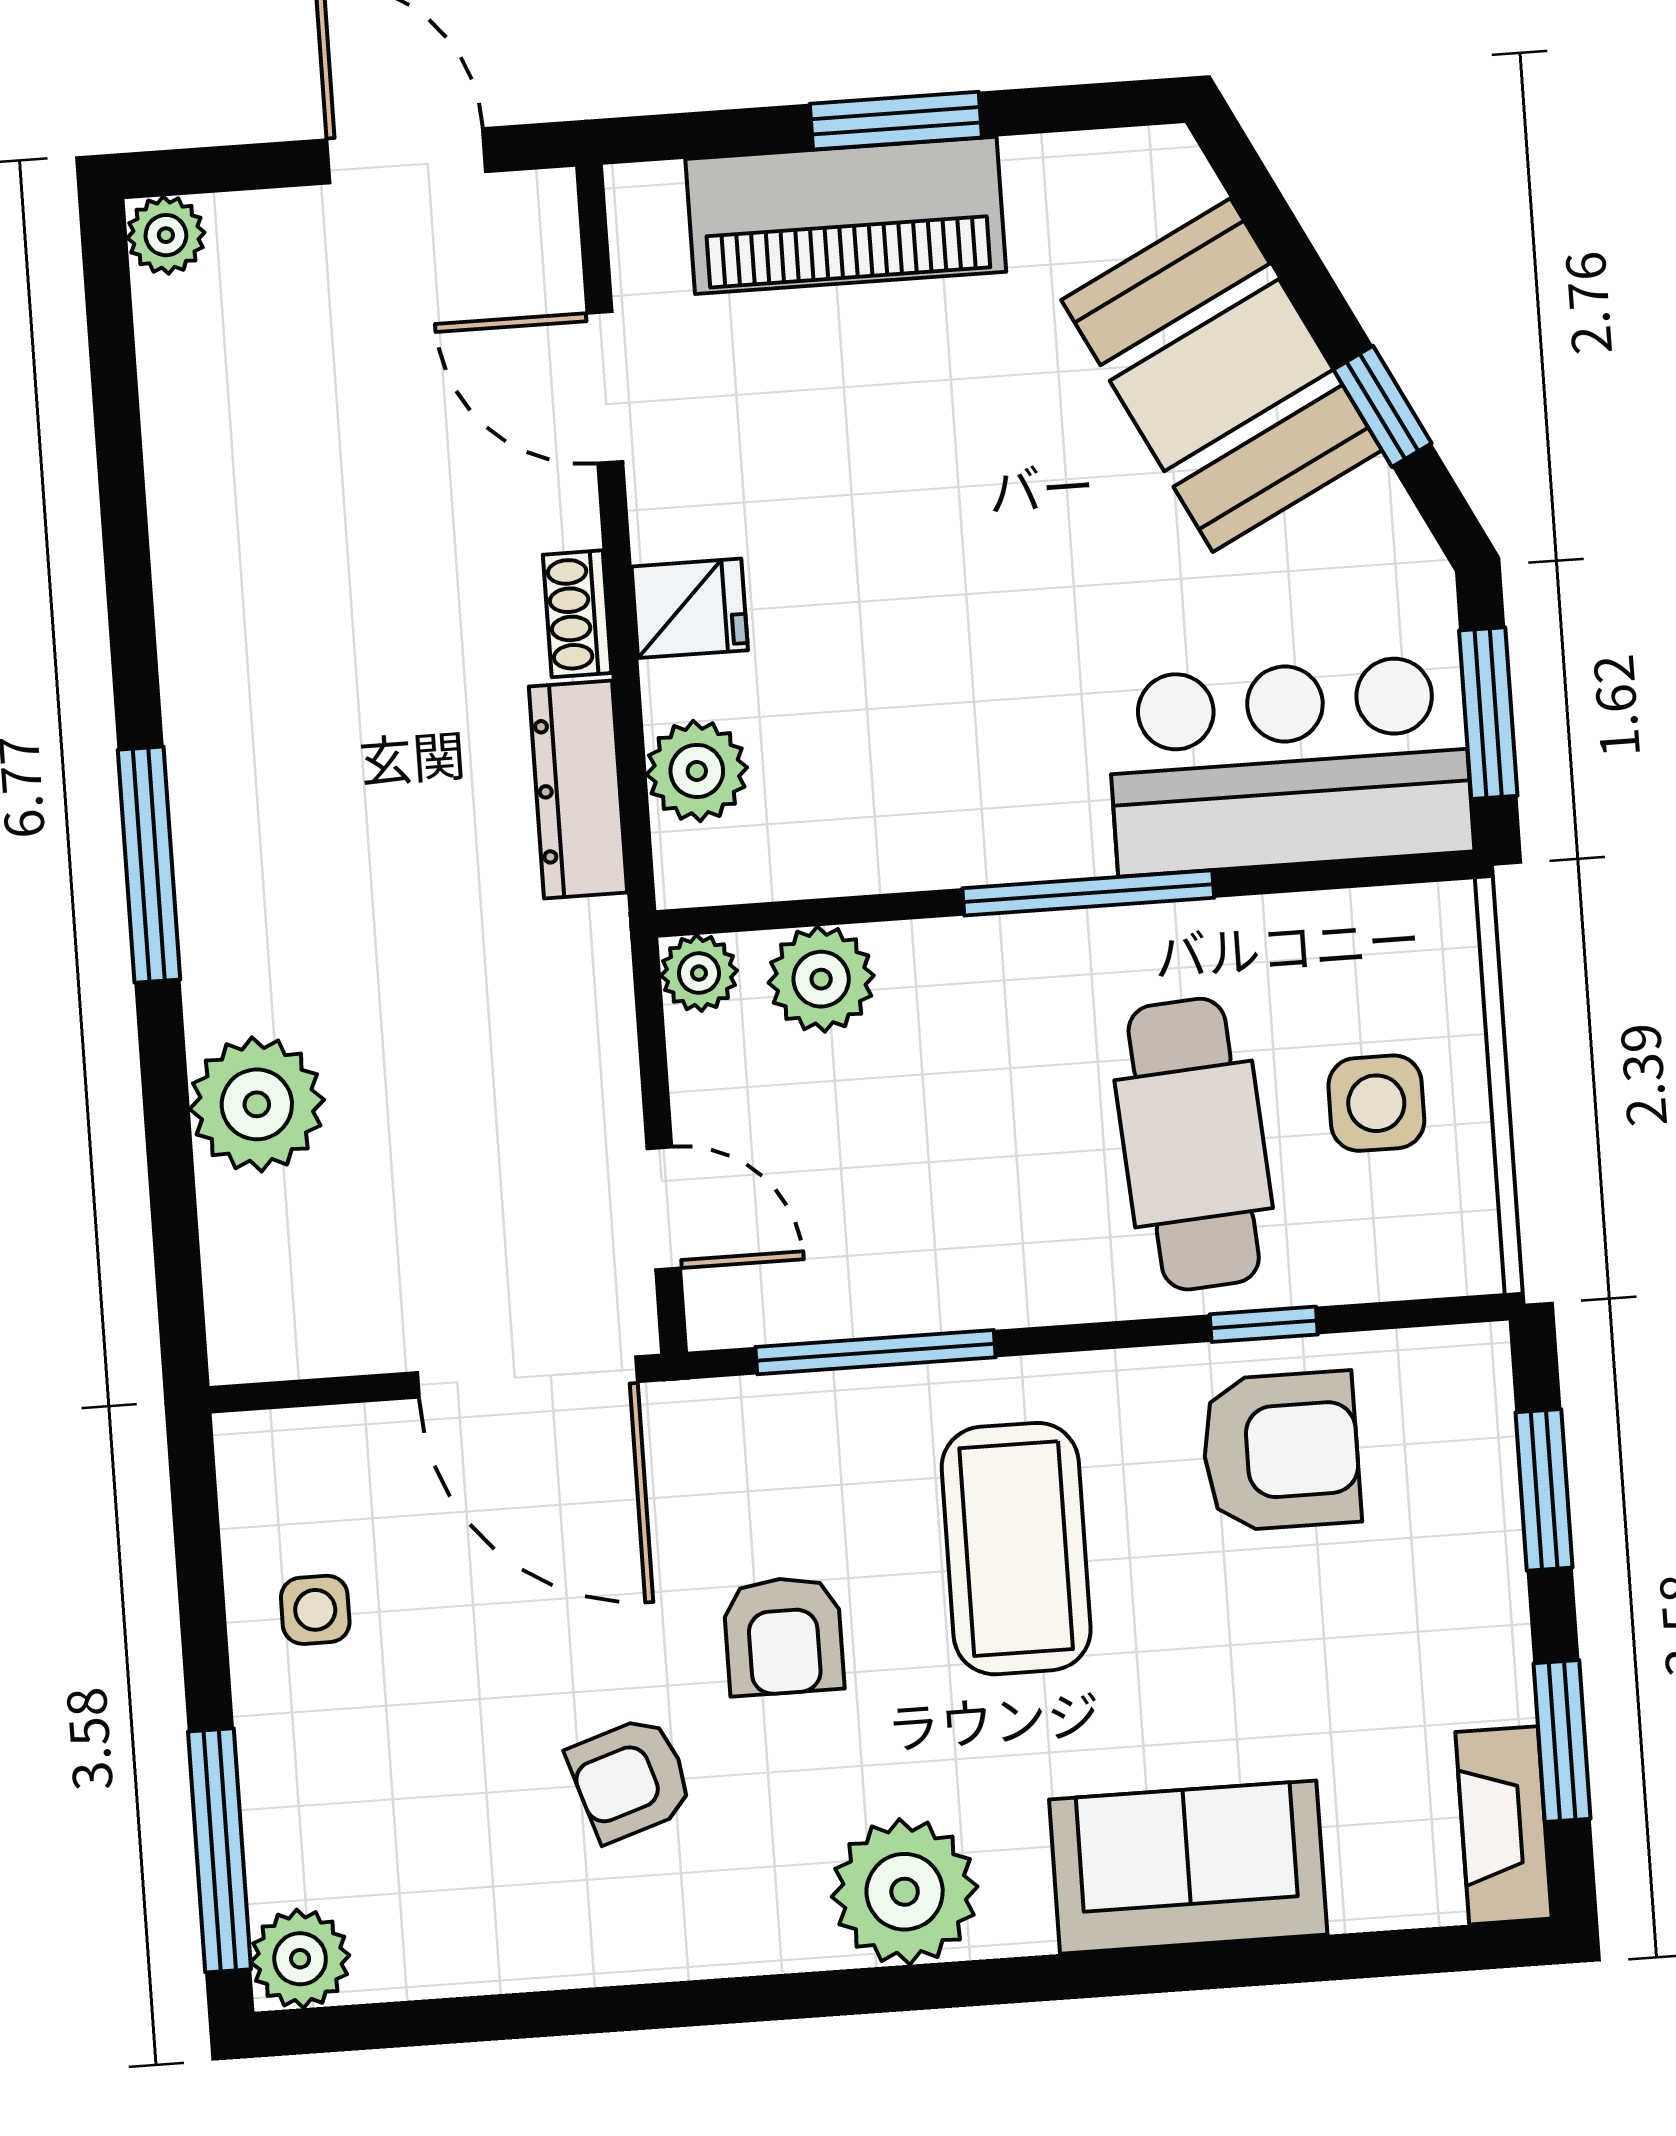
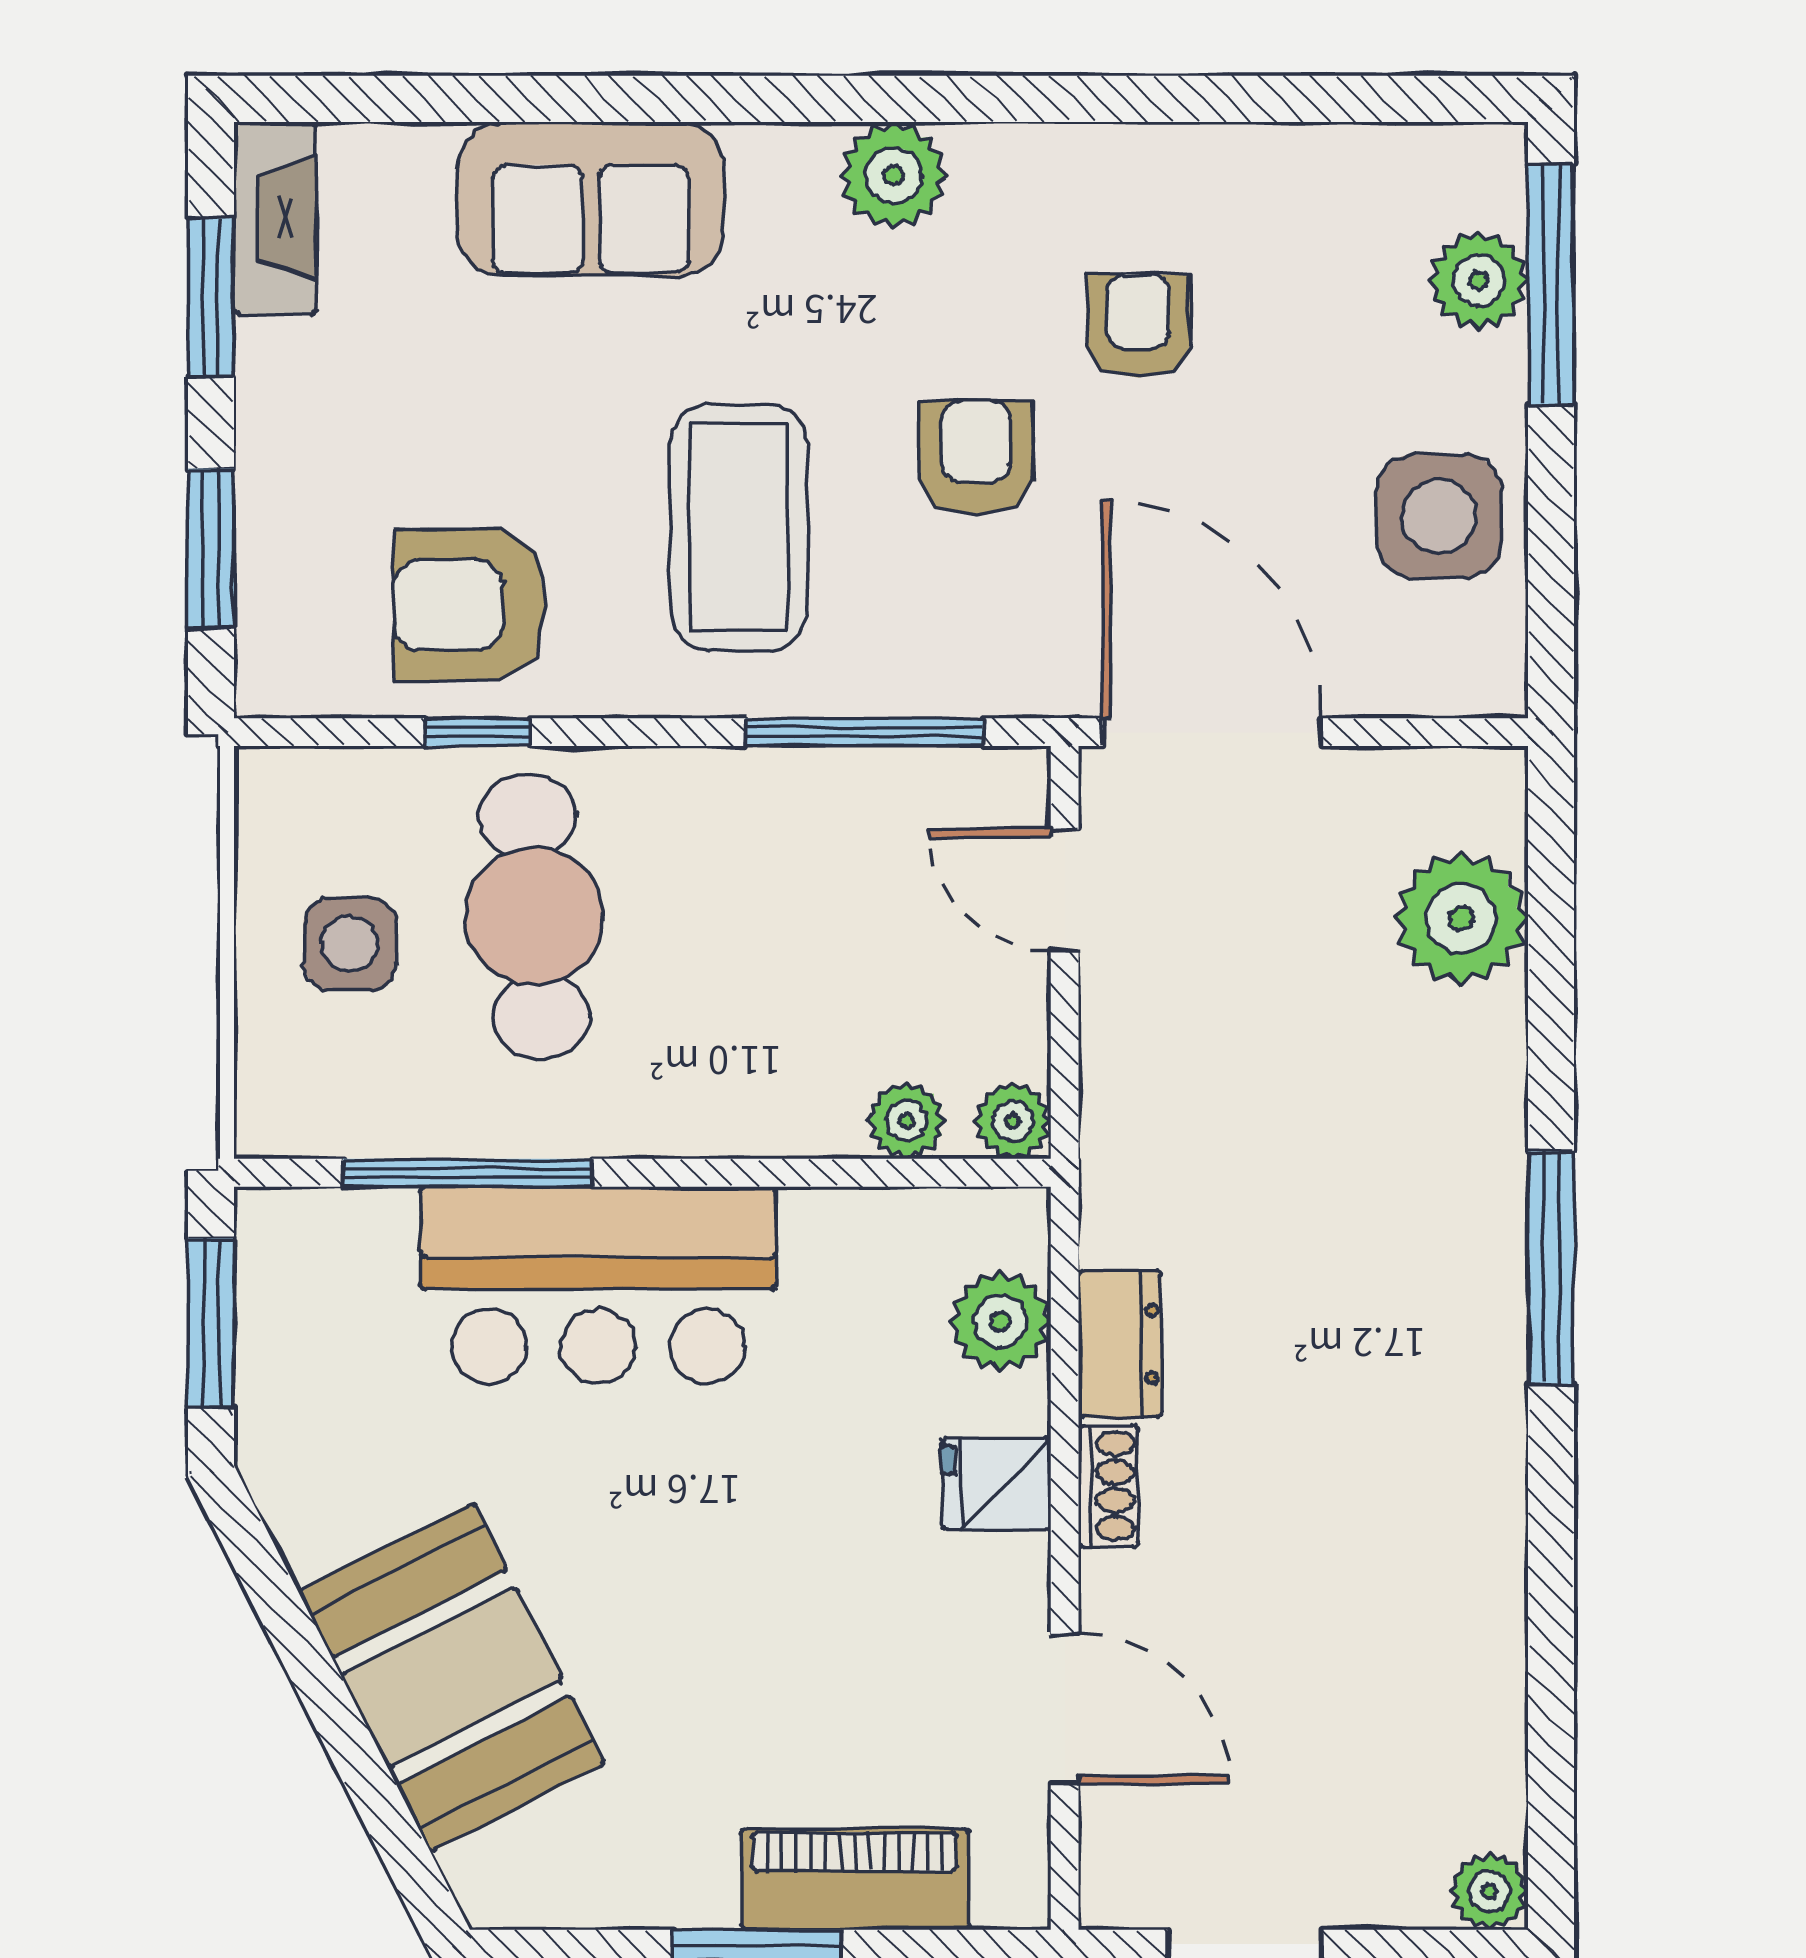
piano: (846, 215) -> (855, 1879), width x0.73, depth x0.75
window: (1382, 406) -> (294, 1635), removed
bar counter: (1289, 765) -> (598, 1285), moved
dresser: (578, 790) -> (1120, 1344), width x0.70
window: (1088, 893) -> (468, 1173), moved
plant: (821, 979) -> (906, 1121), width x0.73, depth x0.73
plant: (257, 1104) -> (1461, 918), moved
side table: (315, 1610) -> (1439, 516), width x1.87, depth x1.87
armchair: (630, 1779) -> (1138, 326), turned -72
plant: (905, 1892) -> (894, 175), width x0.73, depth x0.73
plant: (300, 1959) -> (1479, 281), moved

